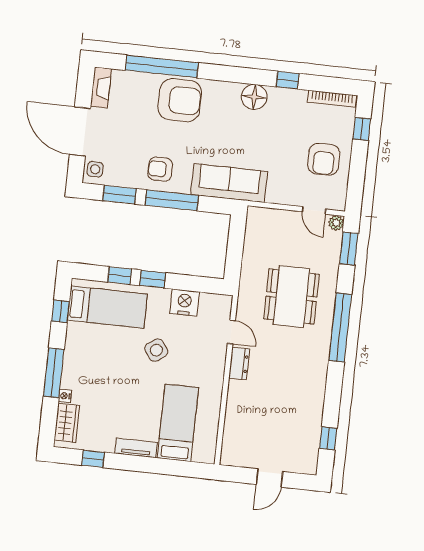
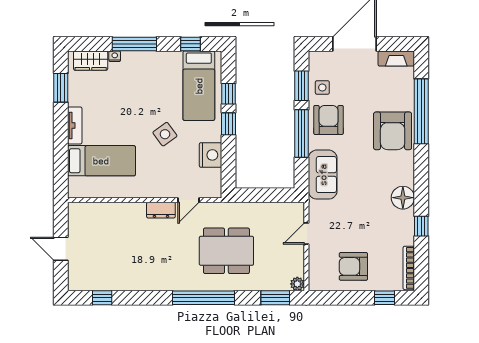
side table: (95, 169) -> (322, 87), moved
armchair: (160, 169) -> (329, 120), width x1.38, depth x1.38
sofa: (229, 183) -> (323, 175), width x0.73
door: (314, 210) -> (306, 233), moved
window: (93, 459) -> (61, 88), width x1.50

